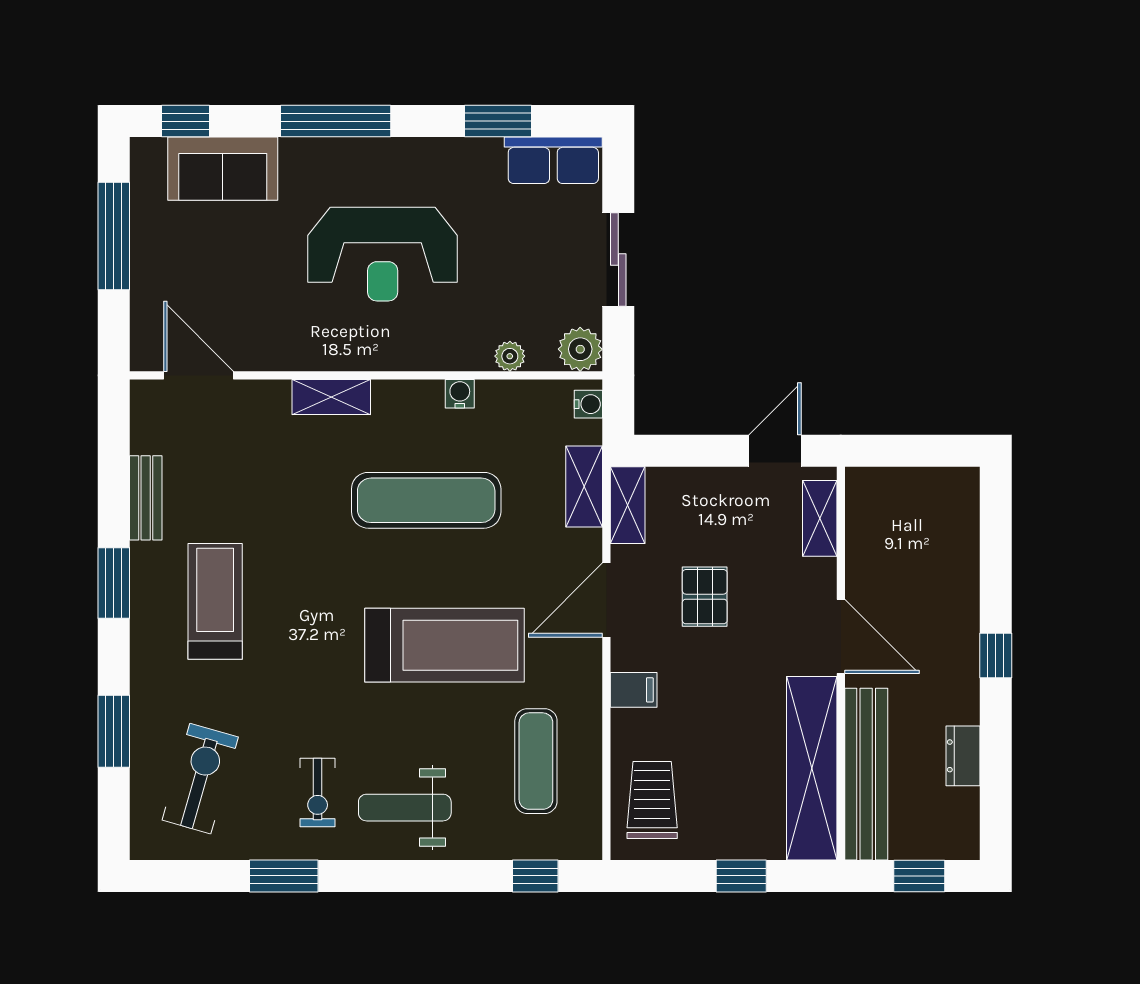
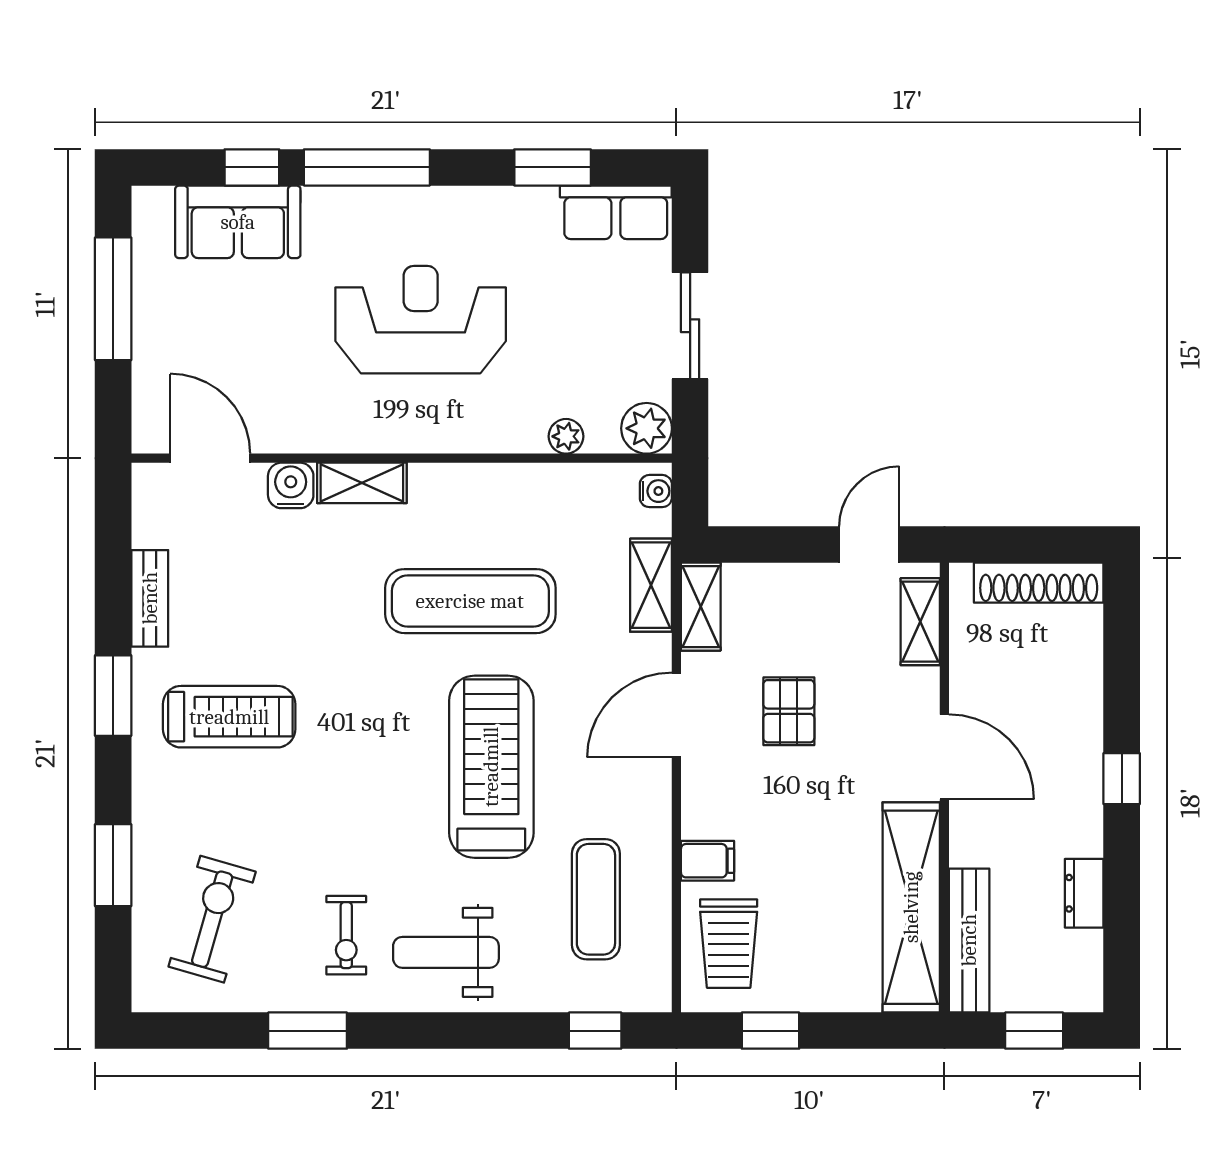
window: (186, 121) -> (252, 167), moved
reception desk: (383, 254) -> (421, 320), turned 180
water cooler: (460, 394) -> (291, 485), moved, width x1.38, depth x1.38
shoe rack: (923, 484) -> (1039, 583), added
treadmill: (215, 601) -> (229, 717), turned 90
treadmill: (444, 645) -> (491, 767), turned -90
filing cabinet: (634, 690) -> (708, 861), moved
bench: (866, 774) -> (969, 940), width x0.73, depth x0.82
trolley: (652, 800) -> (729, 944), turned 180
window: (741, 876) -> (771, 1031), moved

